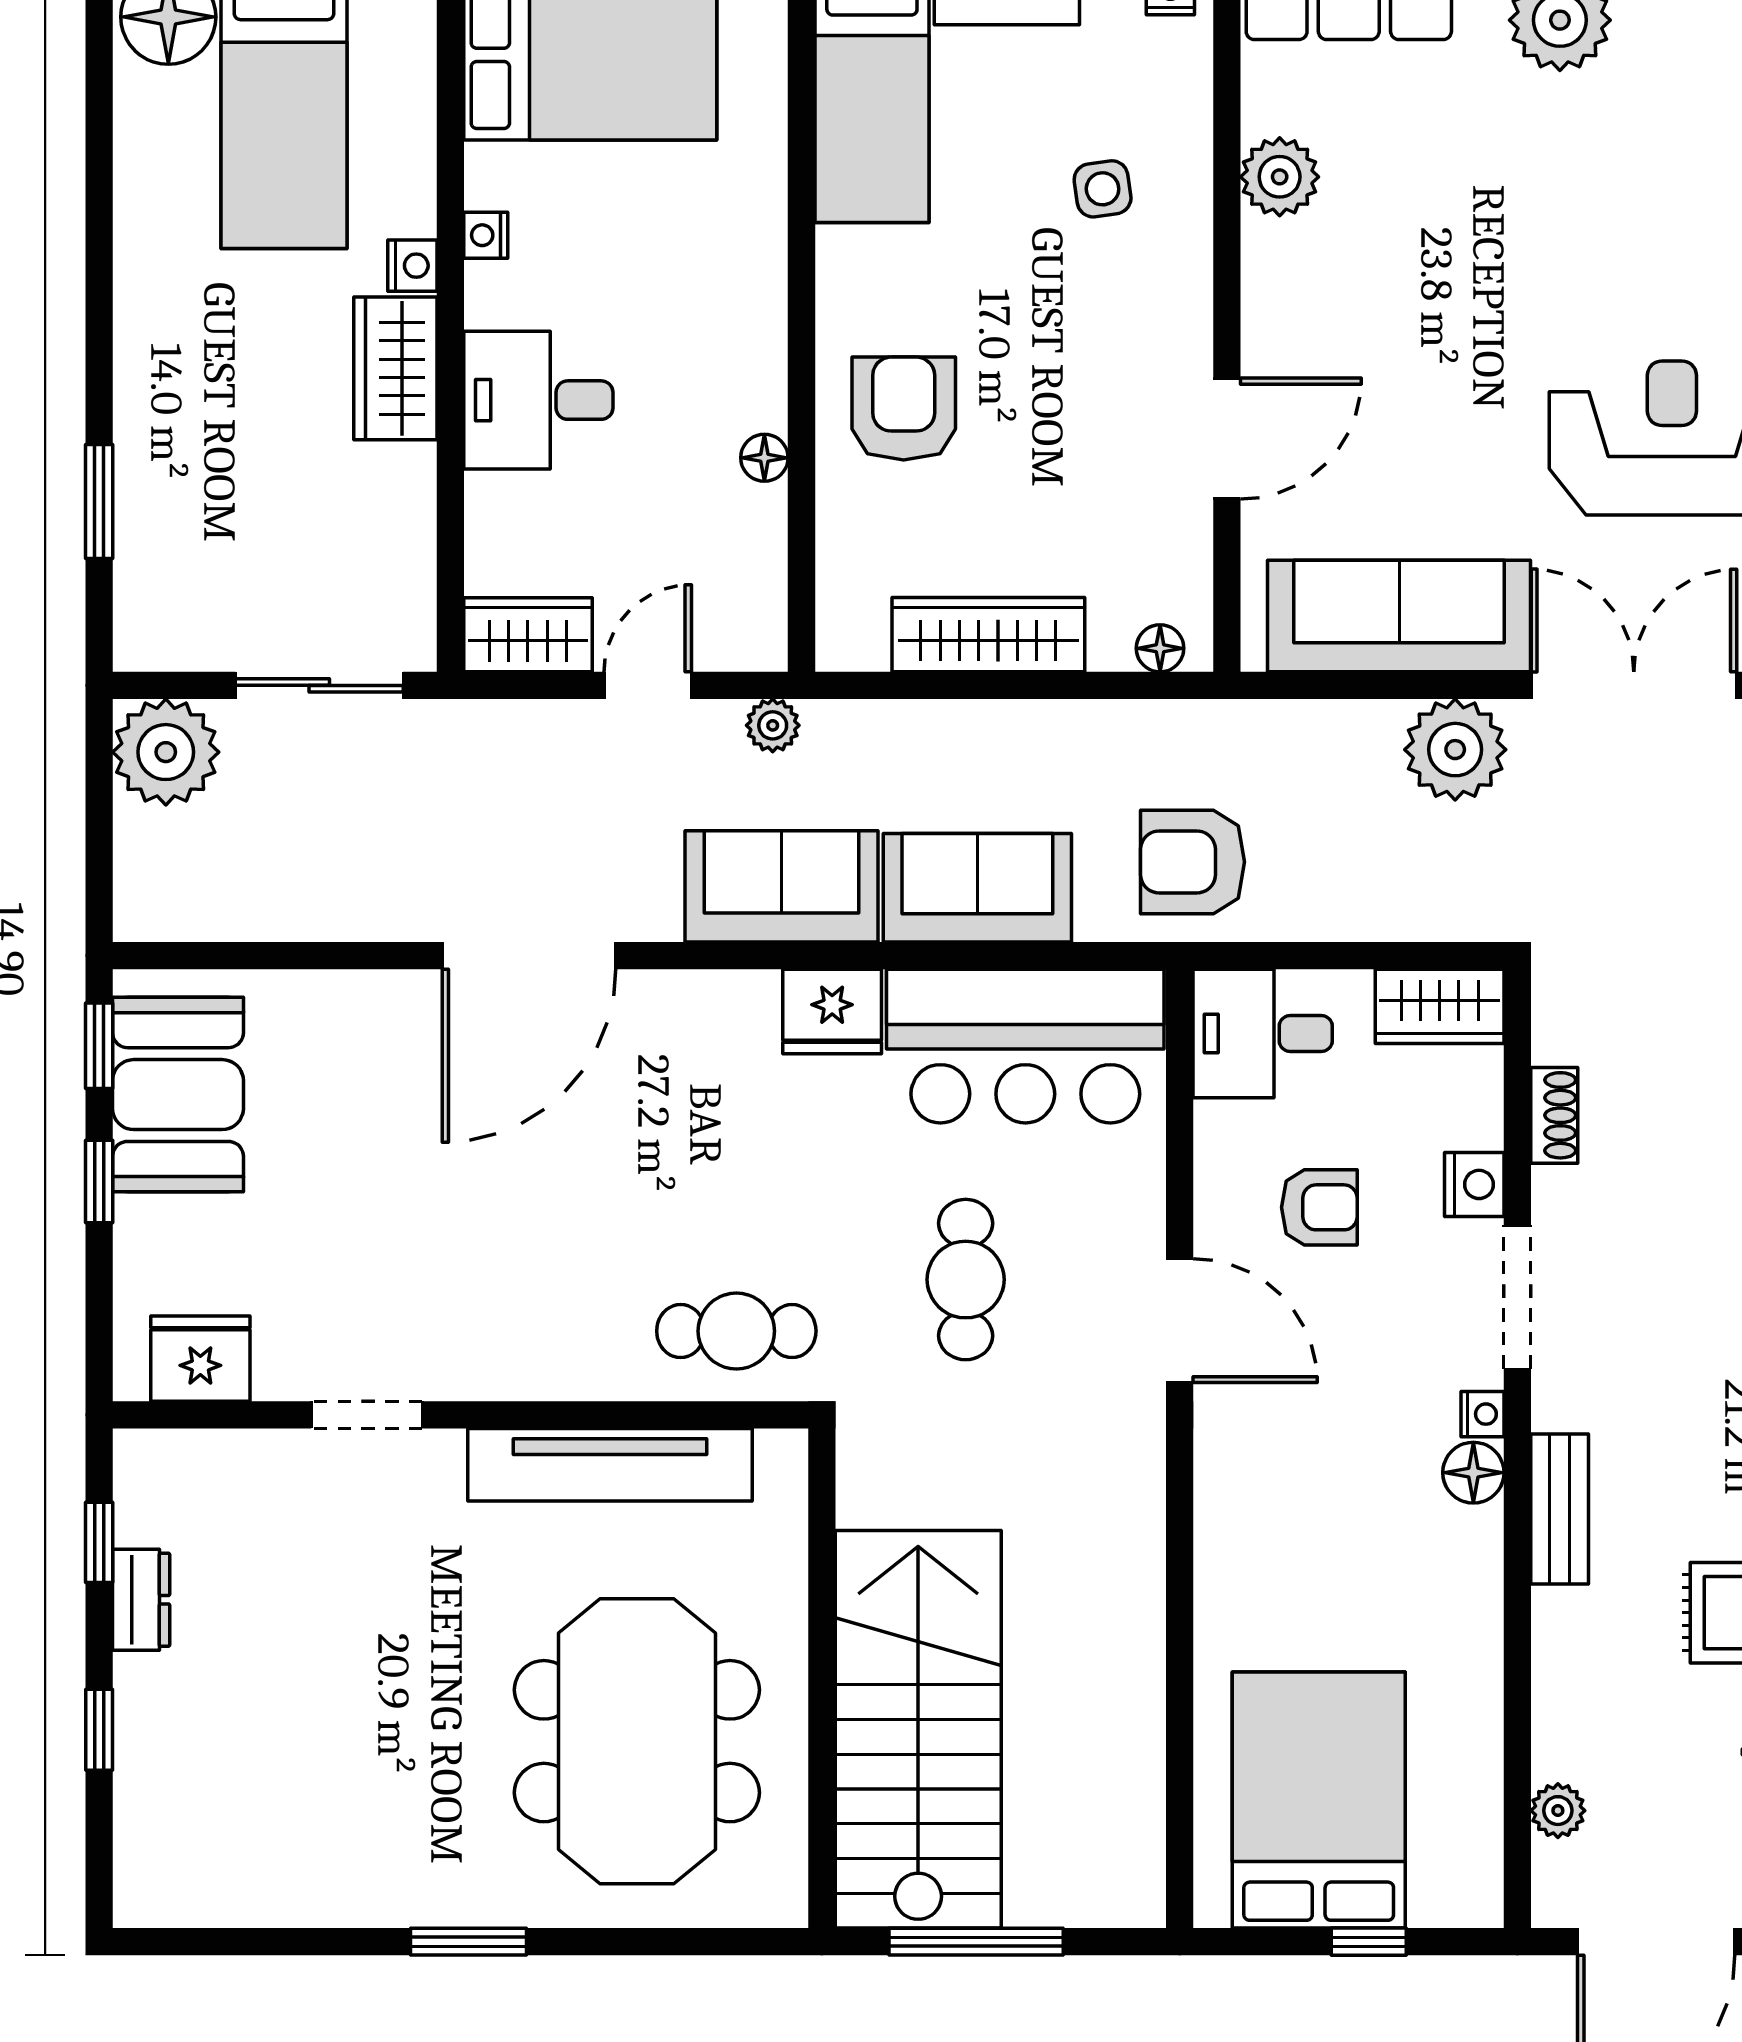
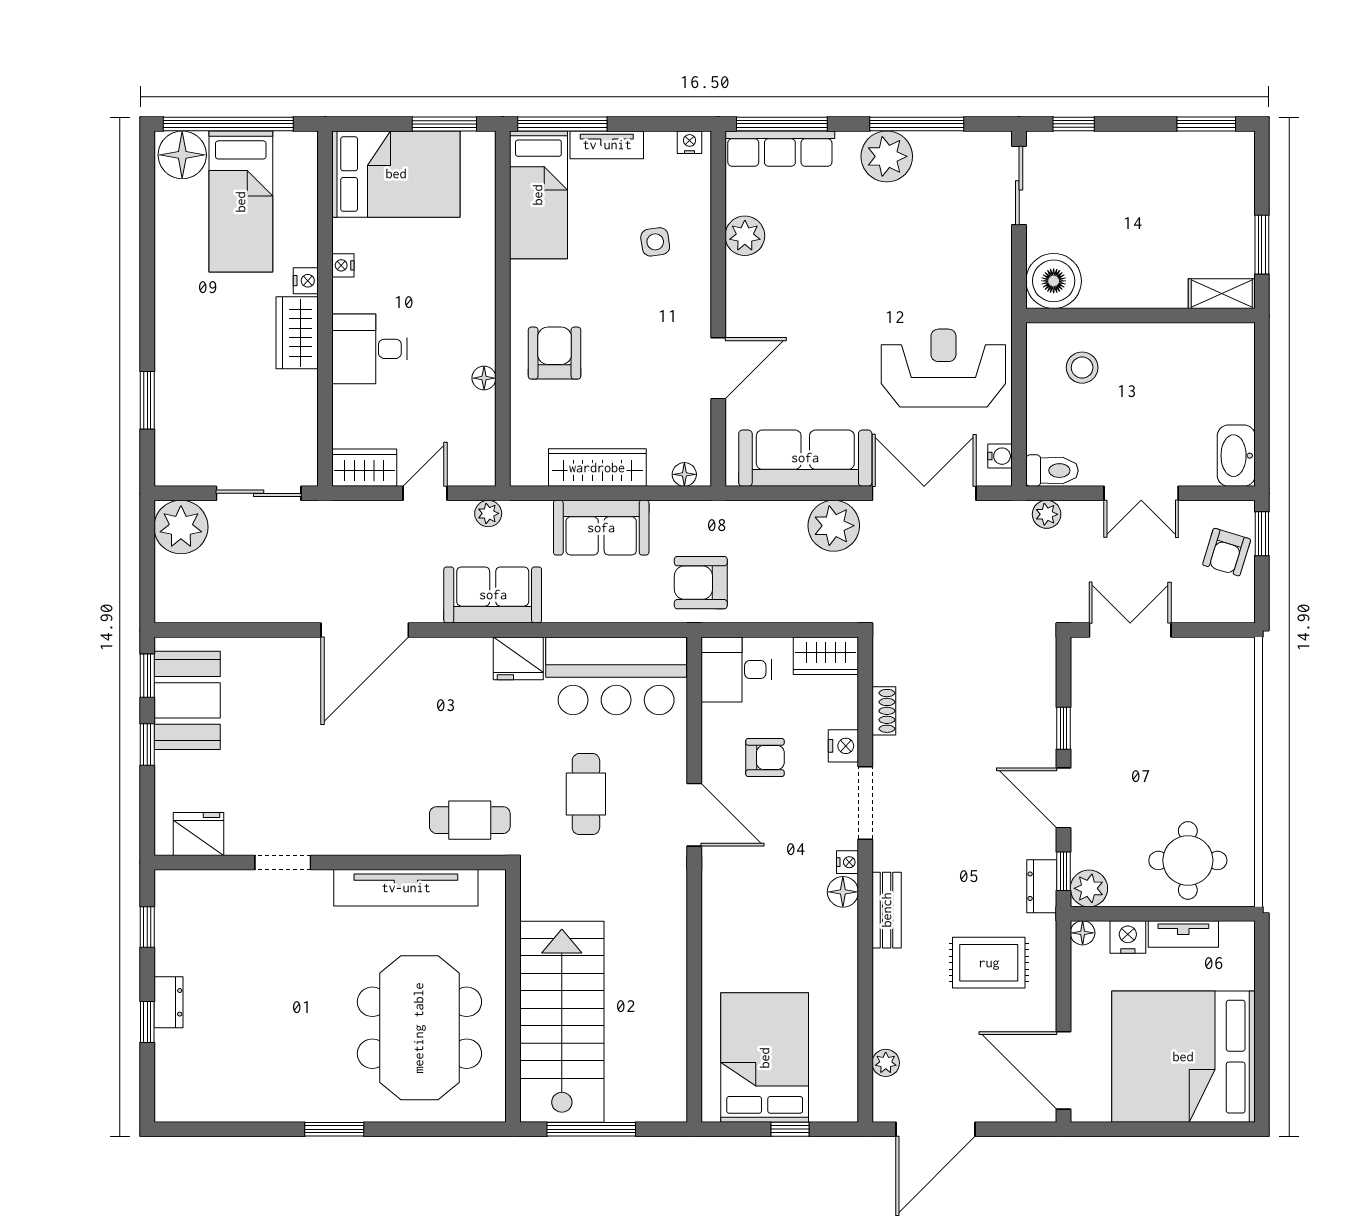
sofa: (977, 888) -> (601, 528), moved, turned 180
dresser: (141, 1600) -> (168, 1002), moved

